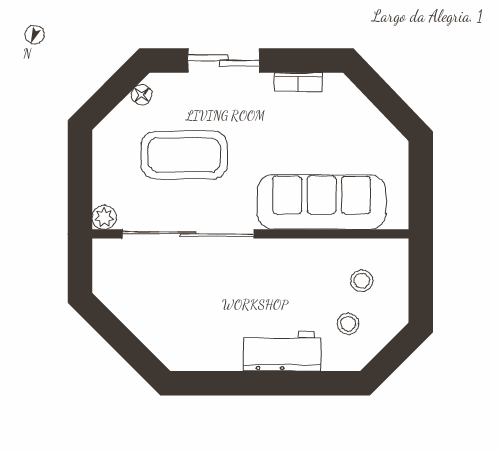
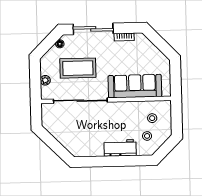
sliding door: (224, 61) -> (93, 29), width x1.37
plant: (104, 217) -> (45, 80), moved

